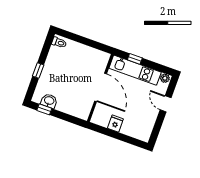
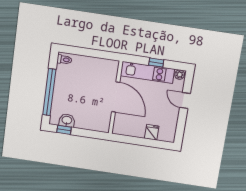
window: (135, 59) -> (156, 63), moved
window: (38, 70) -> (49, 92), width x3.17
fridge: (115, 124) -> (152, 132), moved

